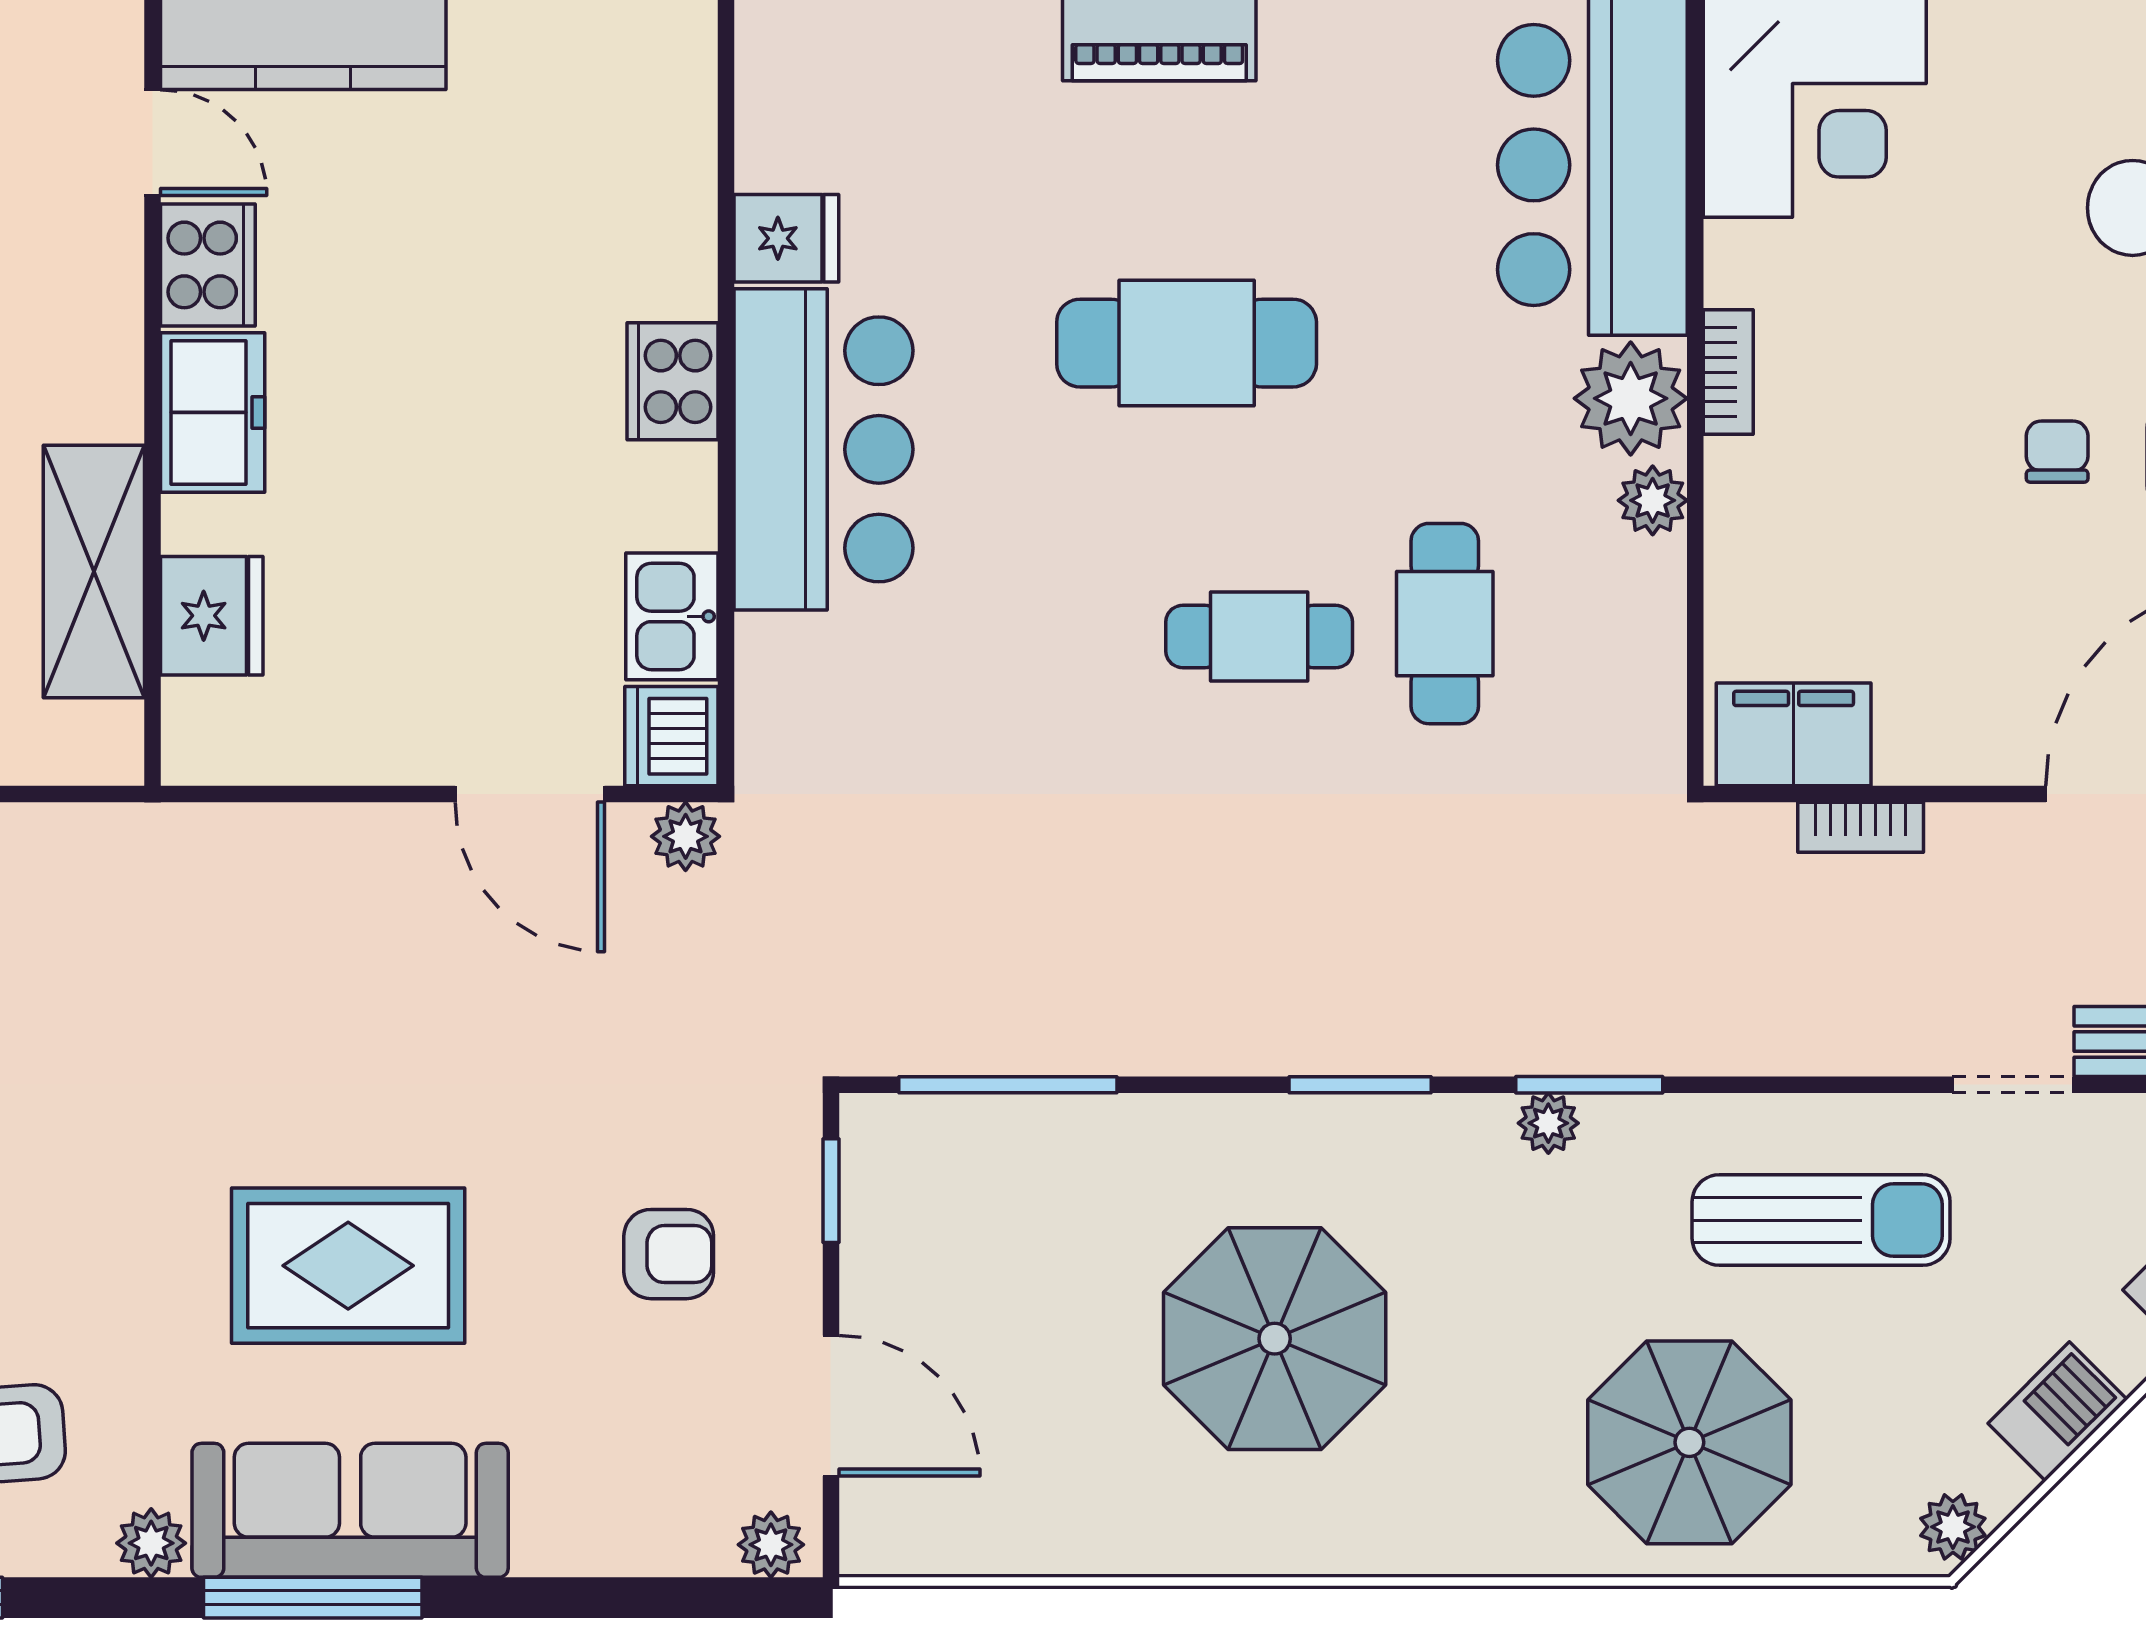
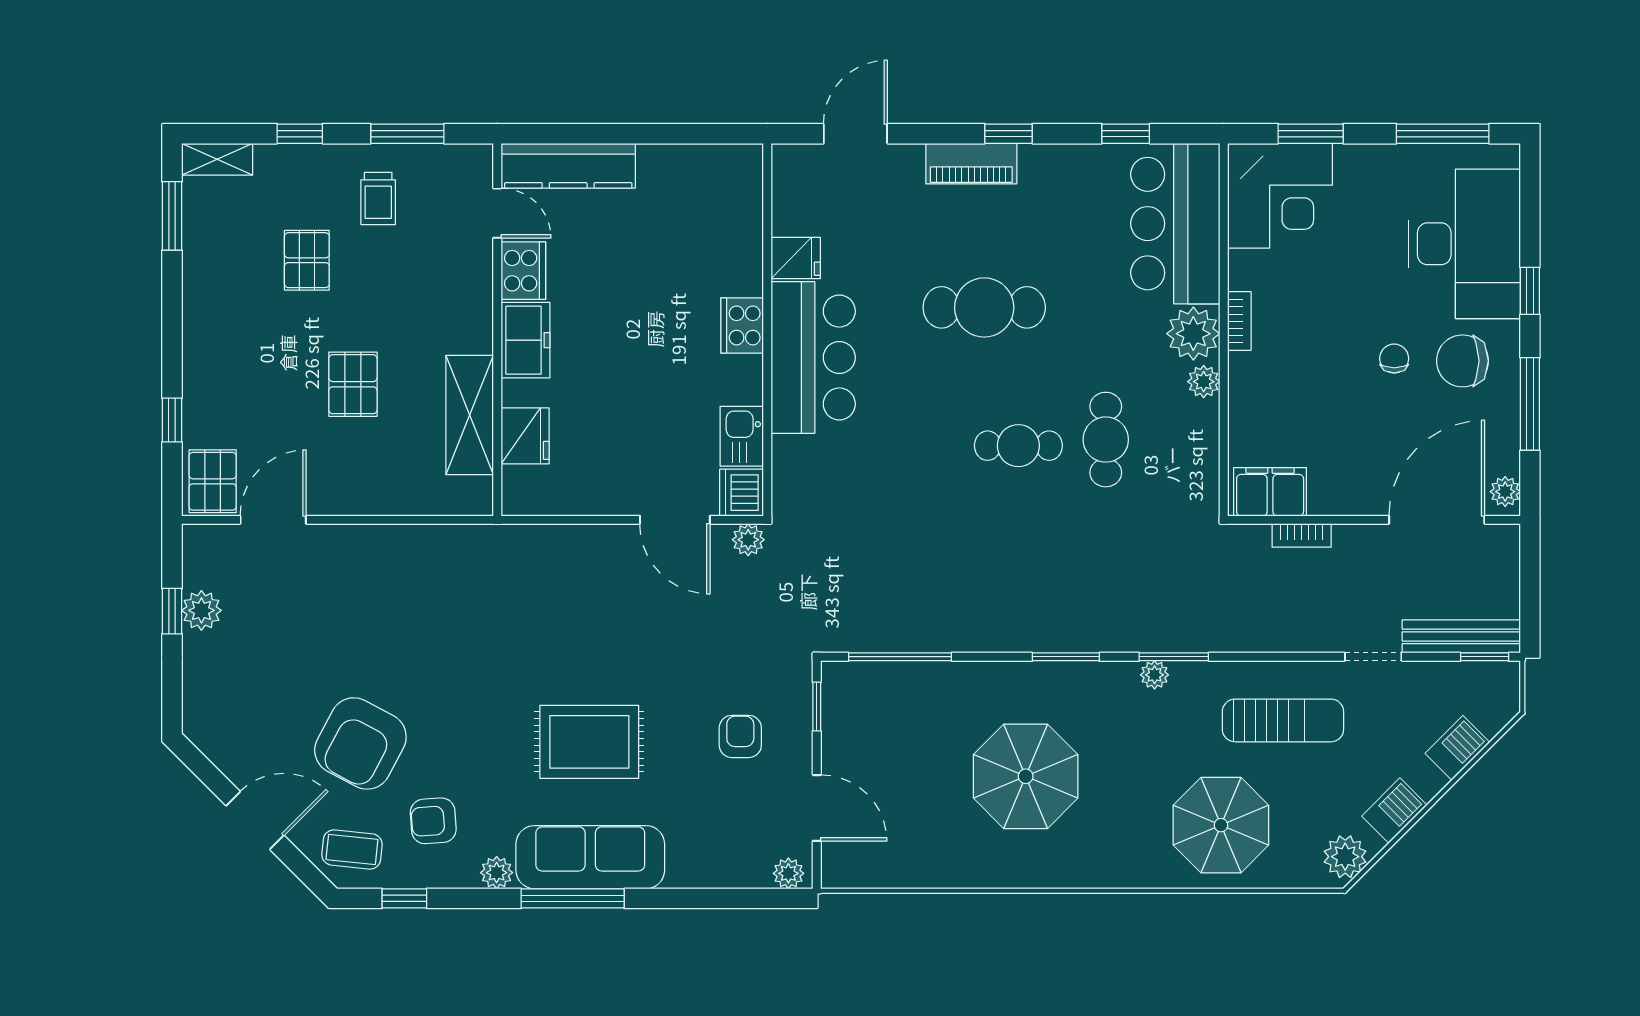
armchair: (669, 1254) -> (740, 736), turned -90
plant: (1953, 1527) -> (1345, 857), width x1.38, depth x1.38

